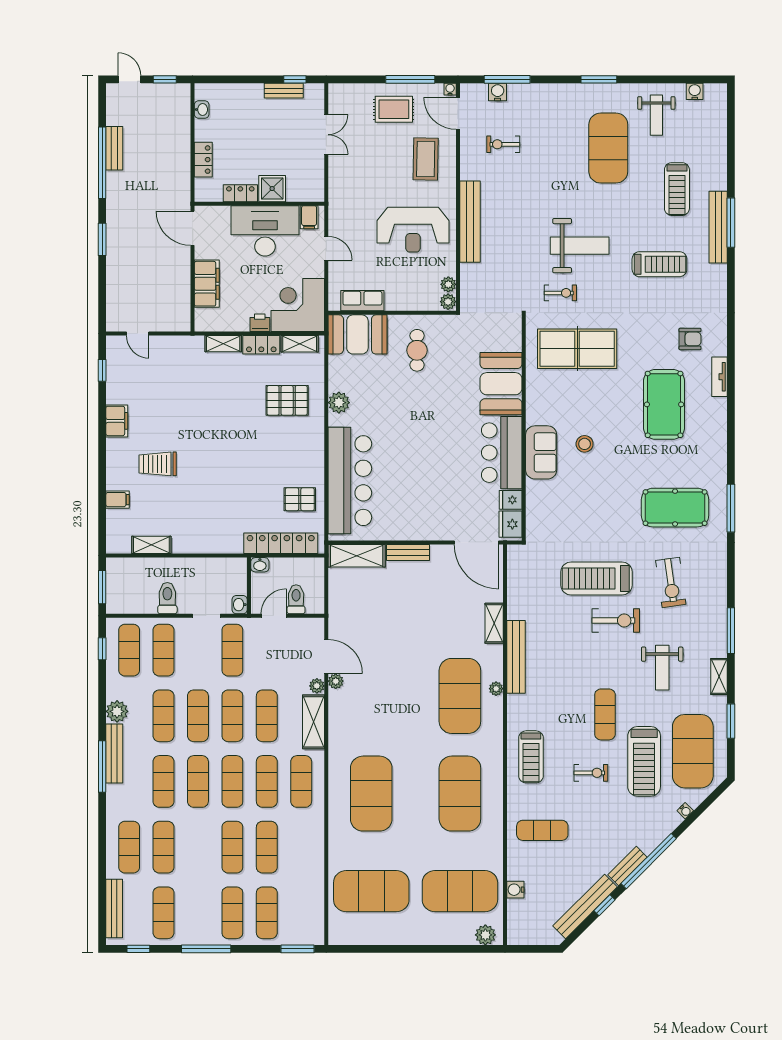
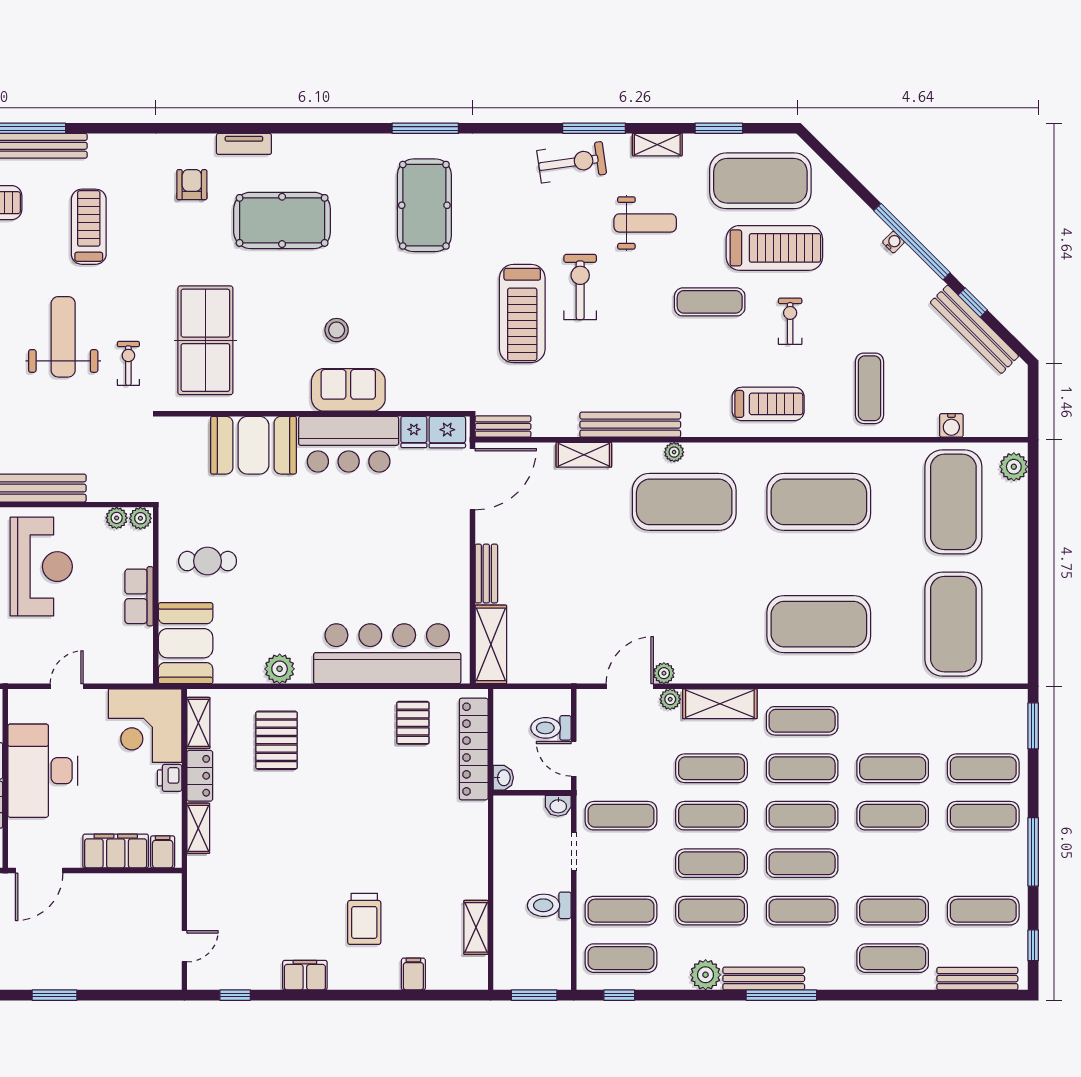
filing cabinet: (309, 217) -> (163, 852), moved, turned -90
row of seats: (362, 301) -> (139, 596), moved
exercise bike: (671, 582) -> (572, 162), moved
water cooler: (685, 811) -> (893, 242), moved
bench: (627, 866) -> (503, 426), moved, turned -45

